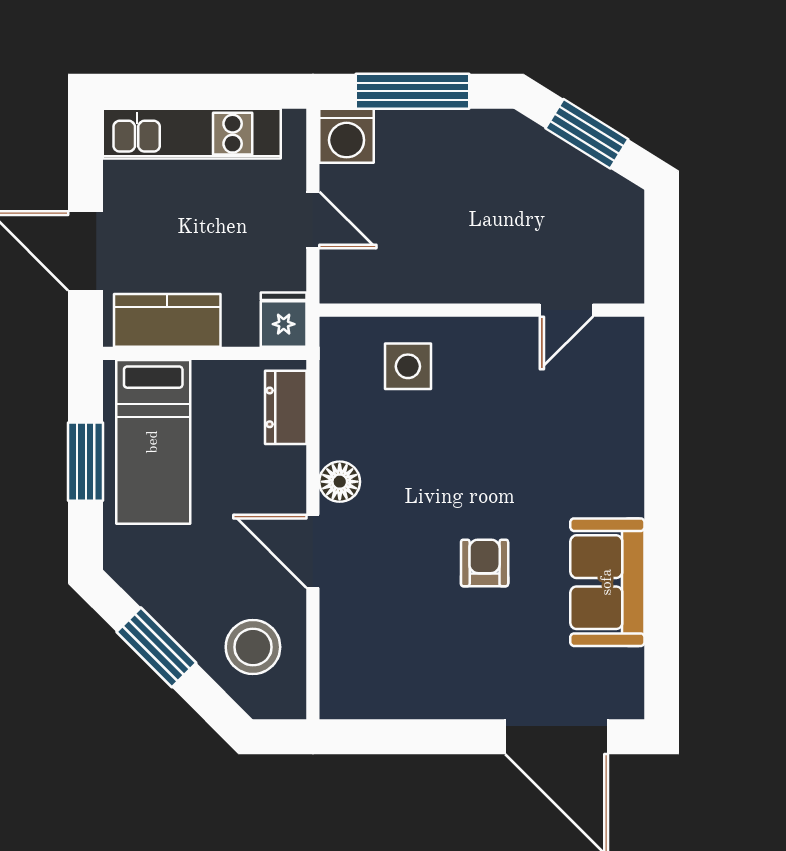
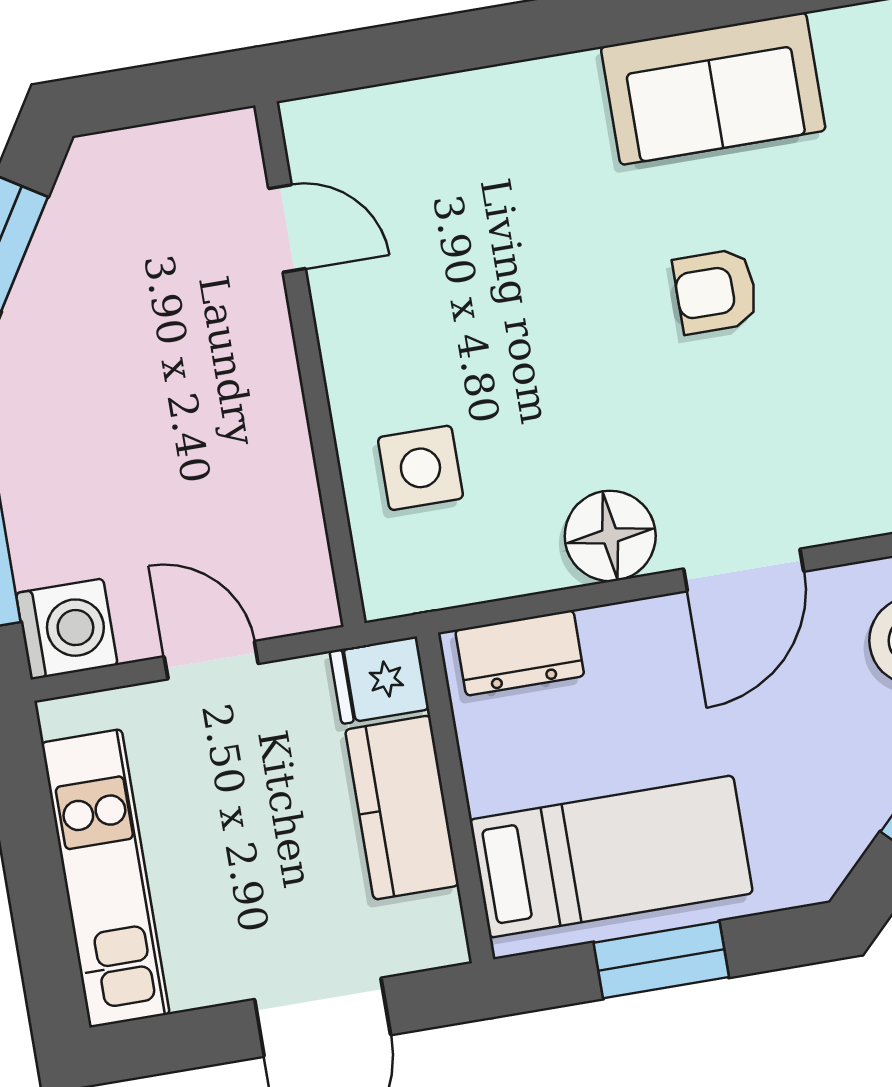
door: (313, 220) -> (211, 660), hinge flipped
kitchen counter: (167, 320) -> (402, 808), moved
floor lamp: (340, 482) -> (610, 536), width x1.38, depth x1.38

